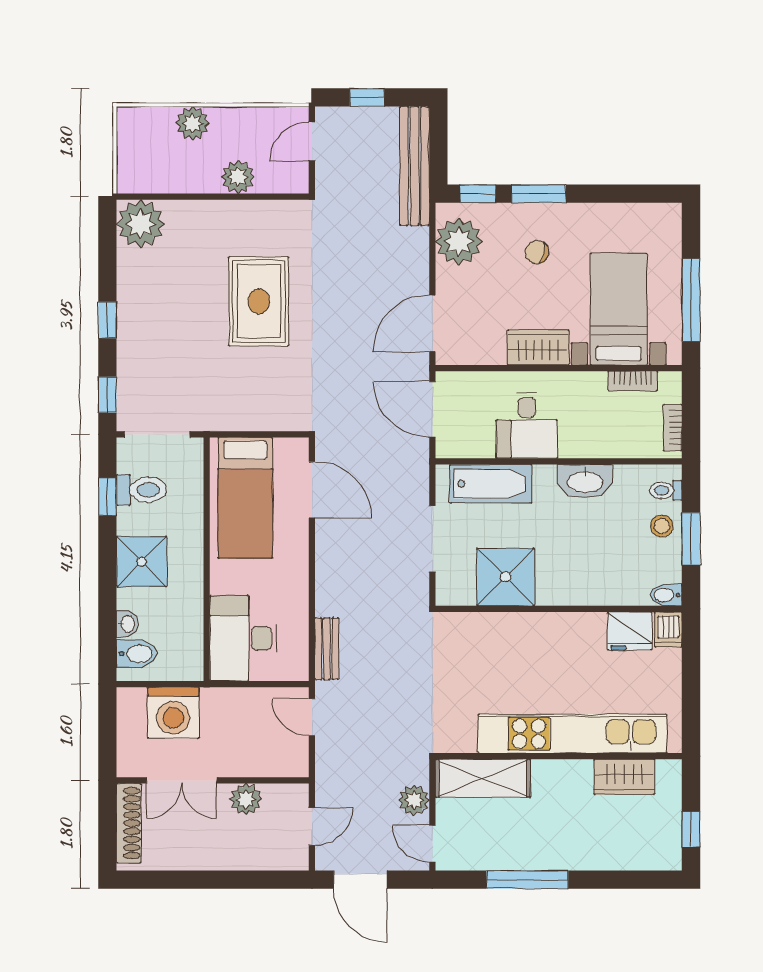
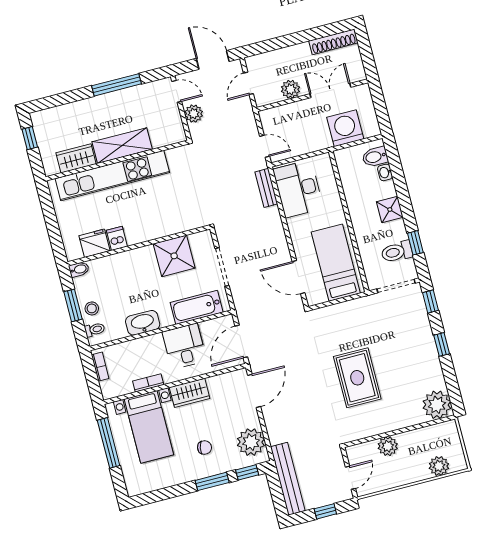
plant: (193, 123) -> (439, 466), moved
bookcase: (633, 381) -> (148, 383), moved
door: (432, 409) -> (241, 342), swing flipped
shower: (142, 562) -> (390, 209), width x0.73, depth x0.73
dishwasher: (668, 630) -> (117, 238), moved
desk: (243, 638) -> (298, 189), moved, turned 180
shelving: (483, 778) -> (122, 146), moved
shoe rack: (129, 823) -> (333, 42), moved, turned -90

